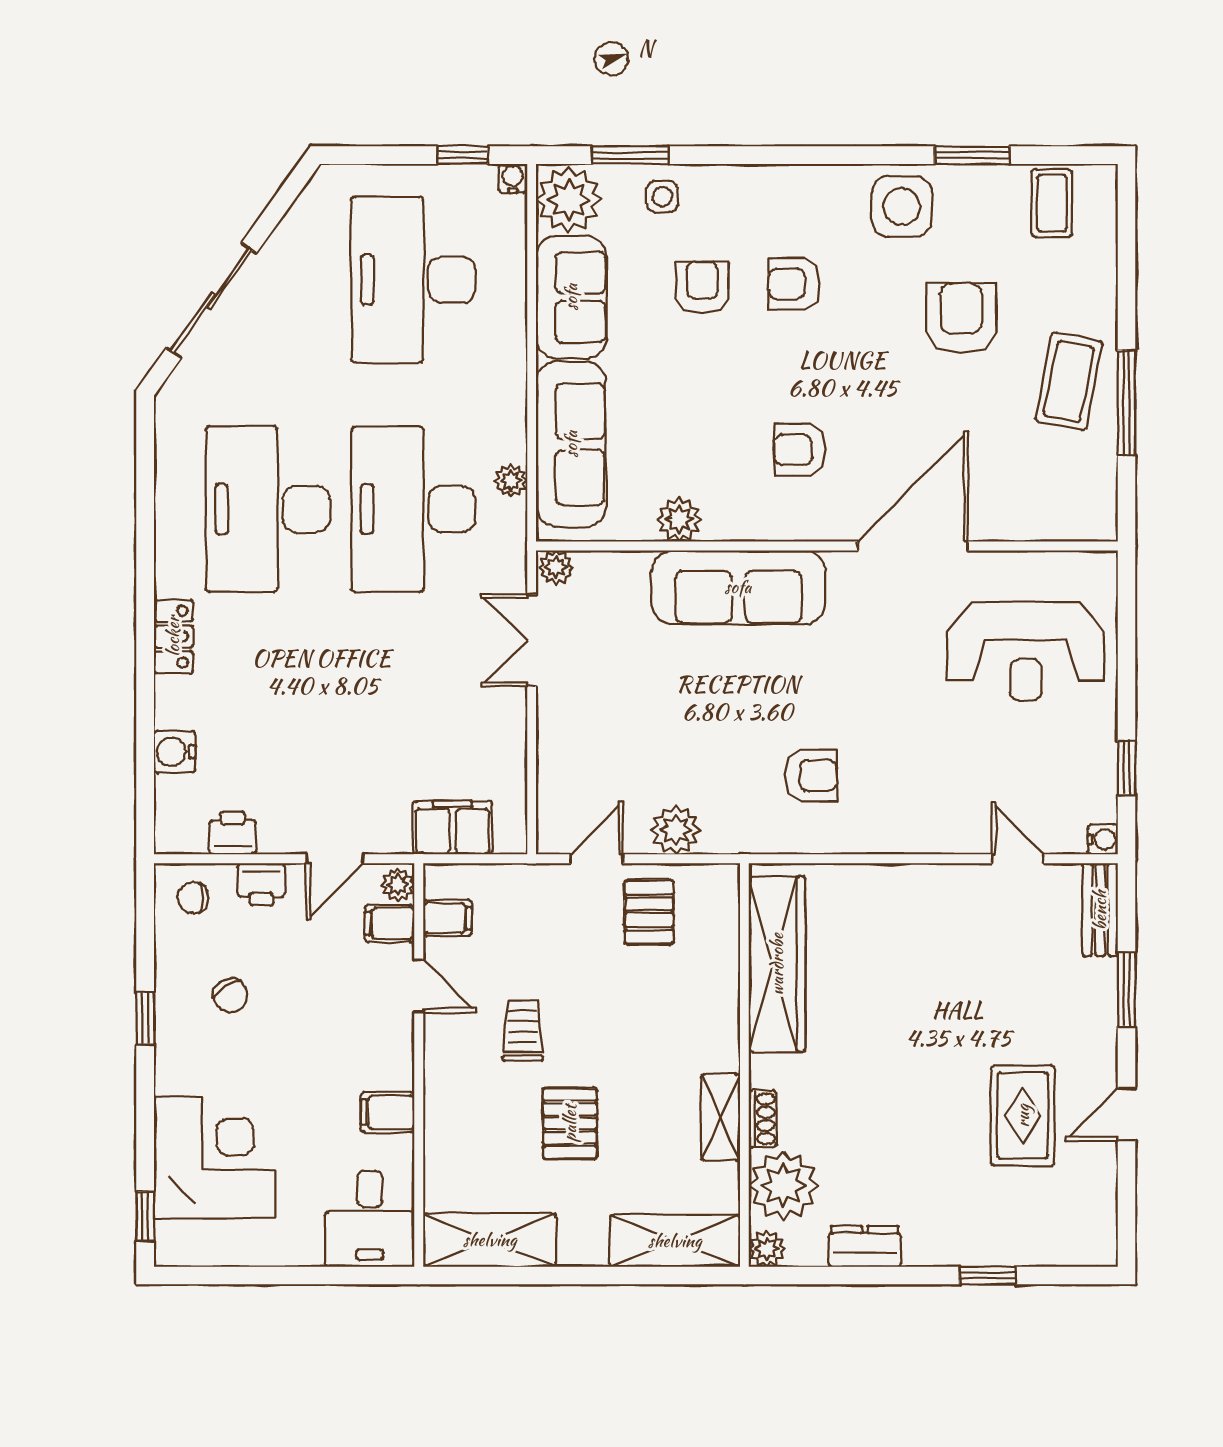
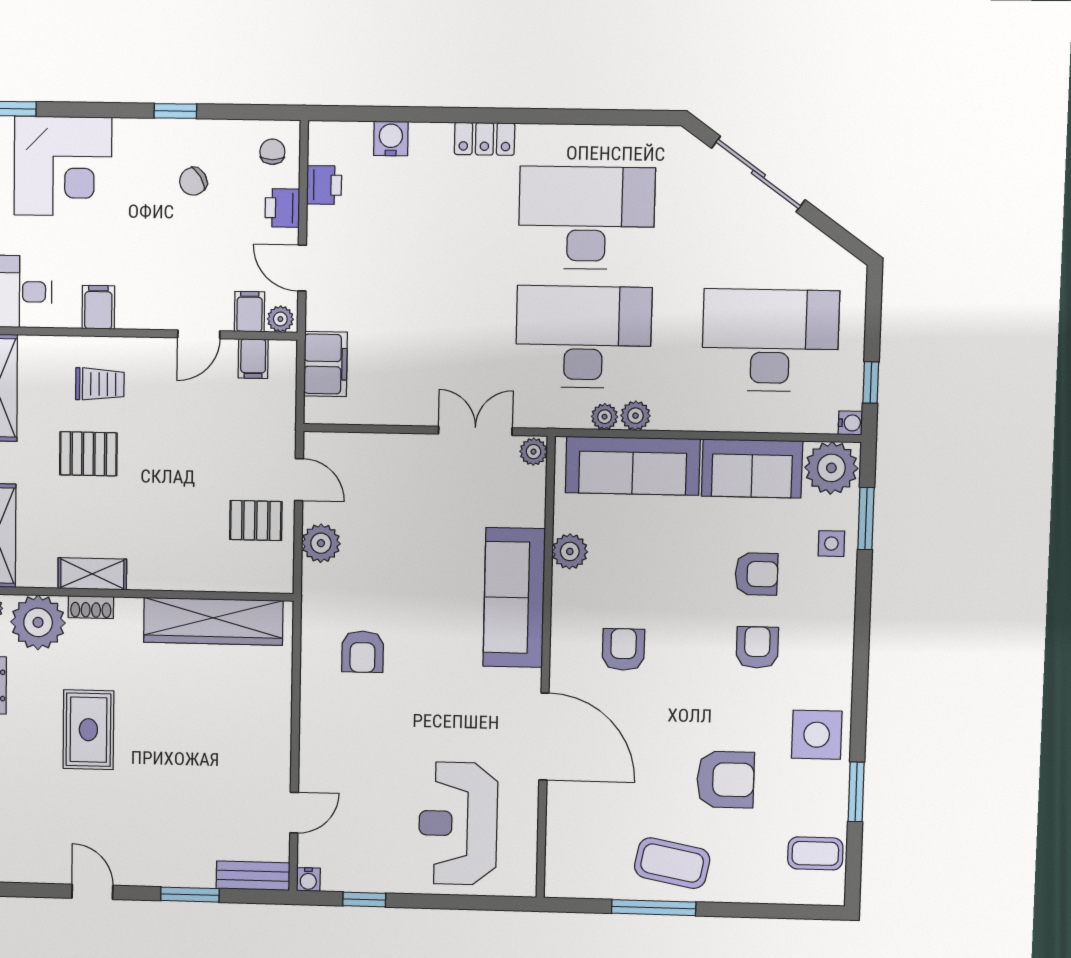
plant: (509, 443) -> (635, 416), added
trolley: (523, 1031) -> (100, 384), moved
rug: (1023, 1116) -> (88, 730), moved, turned 90

